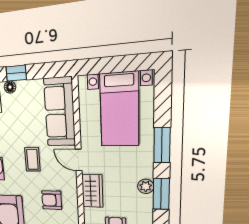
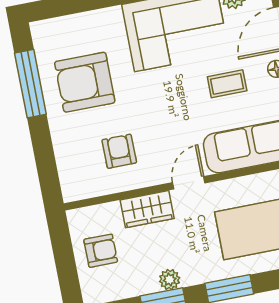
coffee table: (32, 159) -> (227, 84), moved

